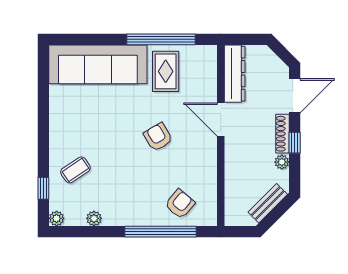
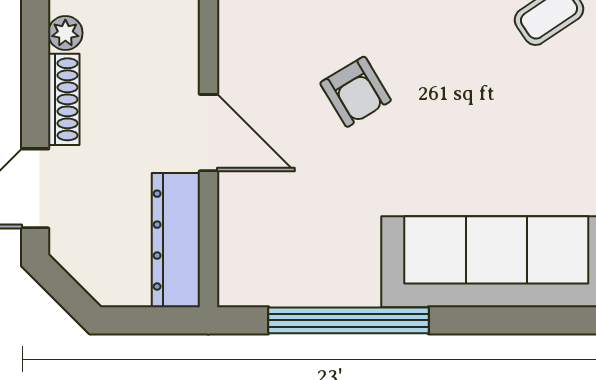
rug: (166, 71) -> (338, 246), removed
window: (295, 143) -> (35, 79), removed

